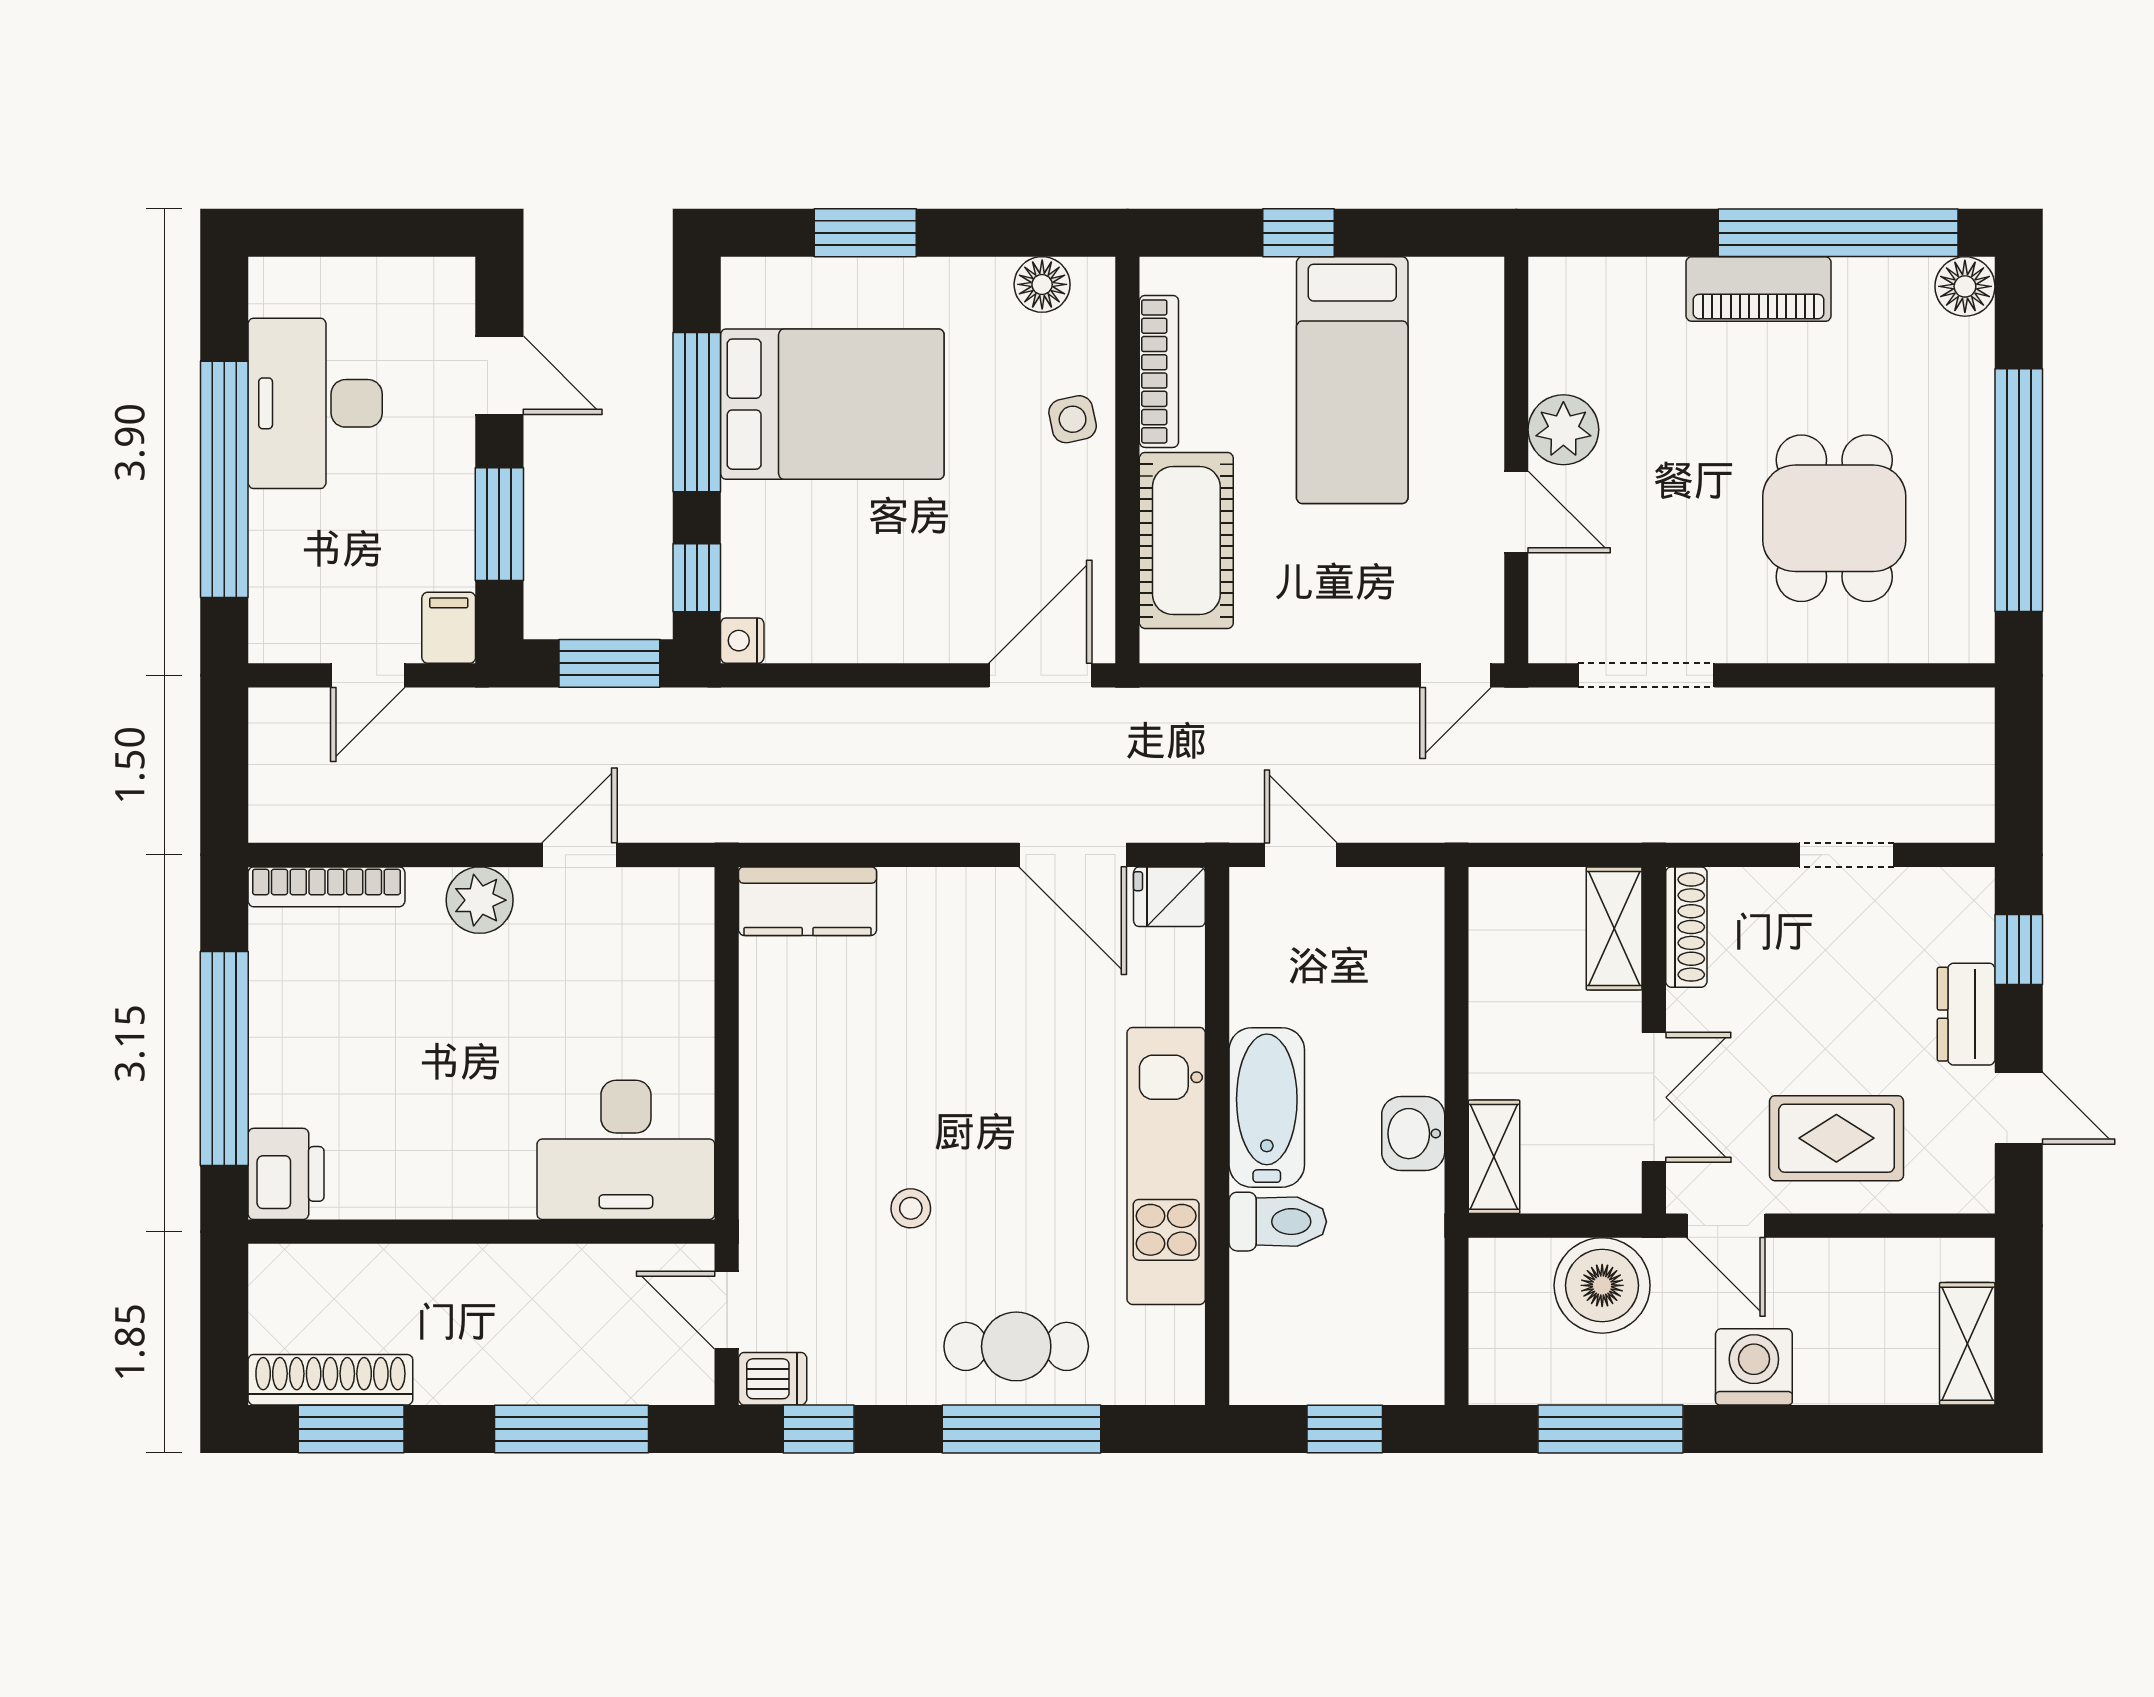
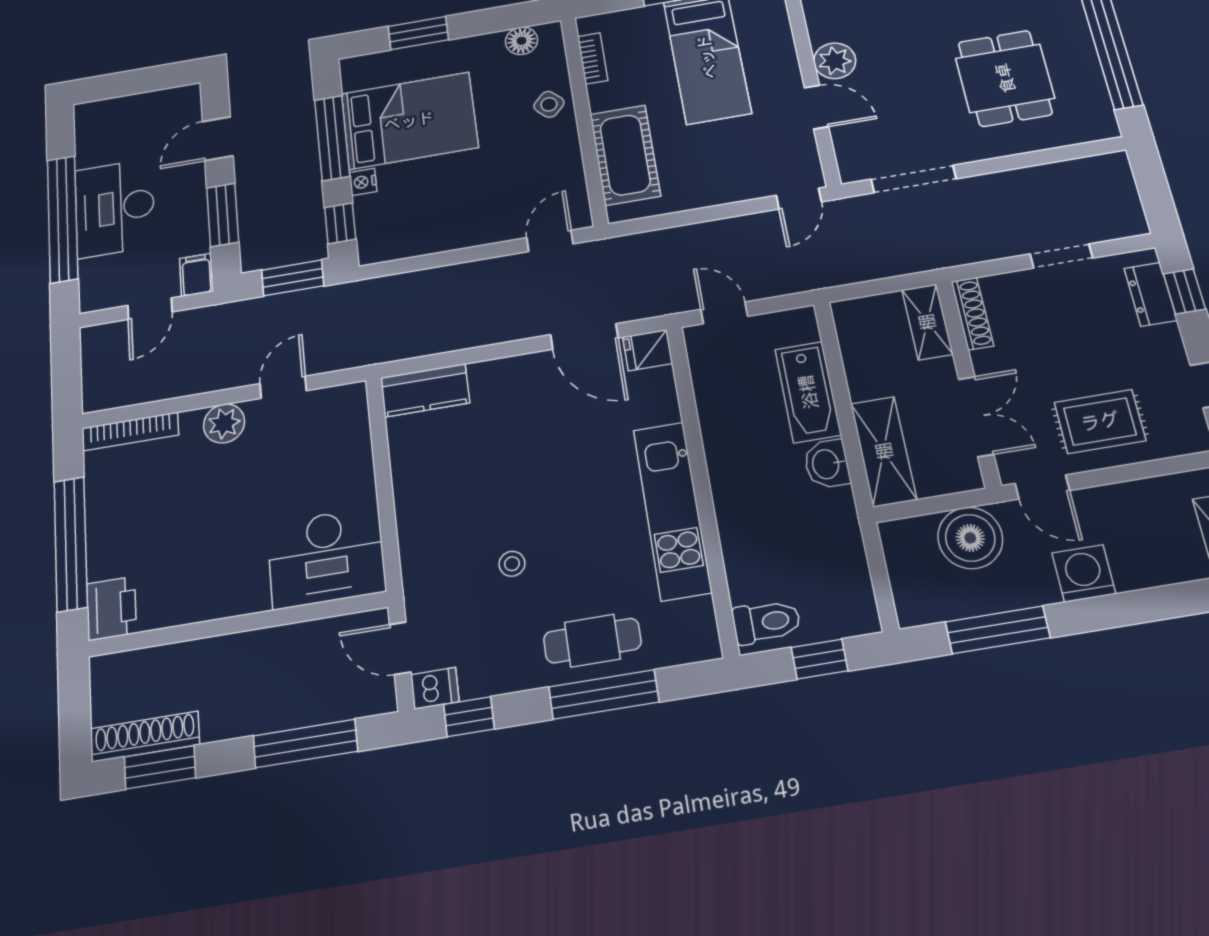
bookcase: (1159, 371) -> (593, 58), width x0.64
door: (499, 375) -> (218, 139), swing flipped
desk: (315, 403) -> (115, 208), moved
side table: (1073, 419) -> (549, 104), turned -34
nightstand: (742, 641) -> (363, 182), moved
door: (1040, 675) -> (550, 241), width x0.73
dresser: (1966, 1014) -> (1150, 294), moved
bathtub: (1267, 1107) -> (808, 392), moved, turned 180
shelving: (1494, 1157) -> (884, 451), width x1.50, depth x1.33
toilet: (1278, 1222) -> (766, 622), moved

